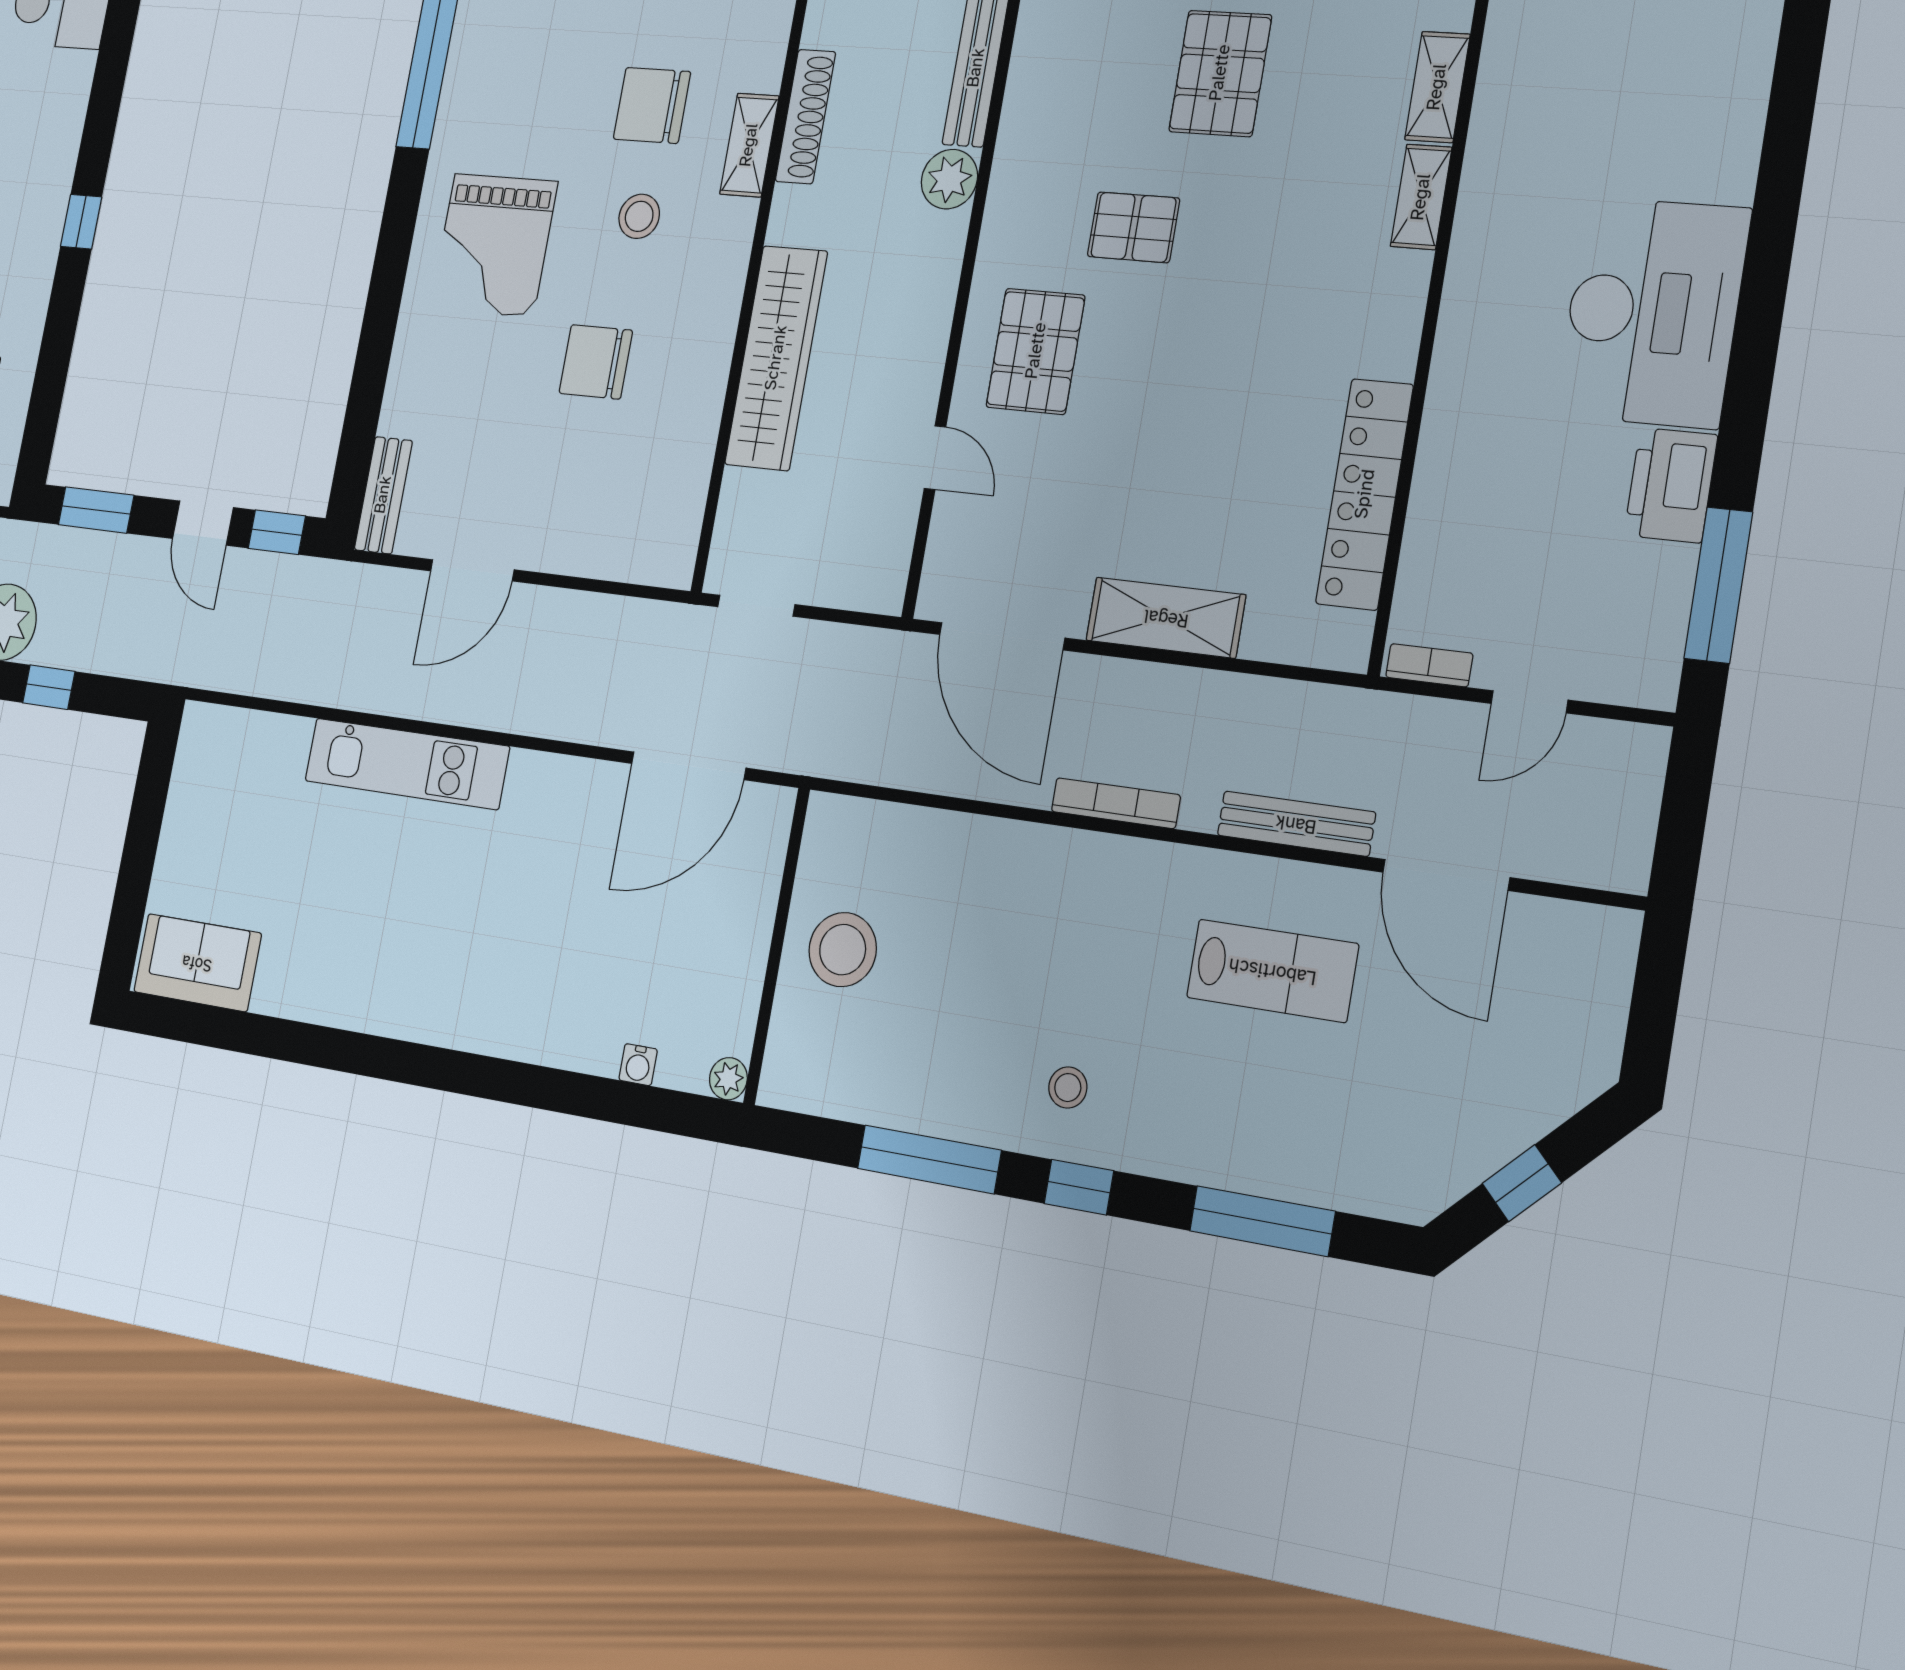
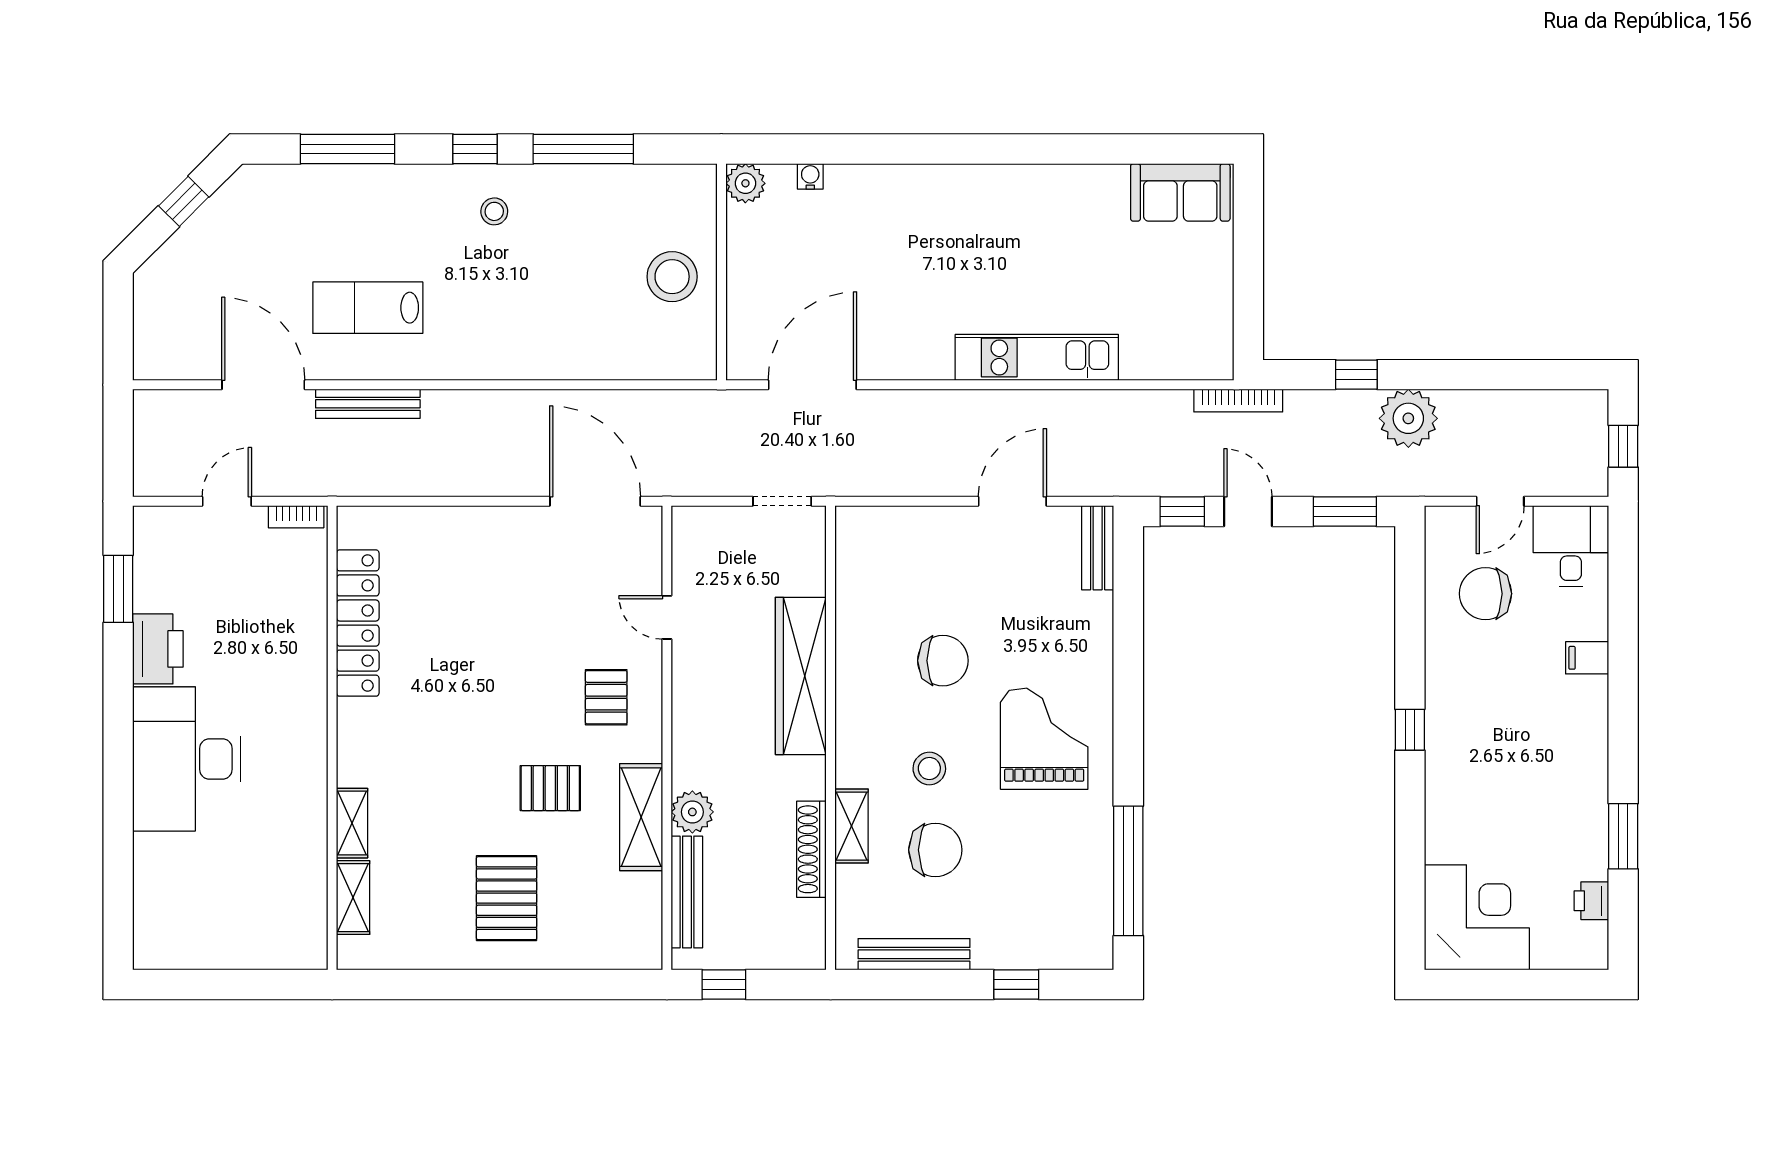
pallet: (1036, 351) -> (606, 697), width x0.67, depth x0.71
window: (1718, 585) -> (118, 589), width x0.69
shelving: (1166, 618) -> (641, 817), moved, turned 90
bookcase: (1116, 803) -> (1238, 401), moved
plant: (728, 1079) -> (745, 183), width x1.38, depth x1.38

